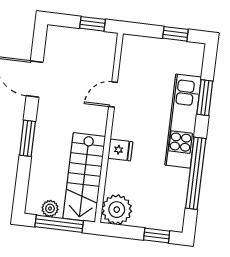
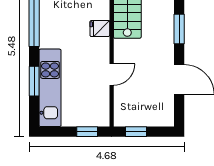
window: (175, 34) -> (87, 132), moved
kitchen unit: (183, 121) -> (50, 88), moved

